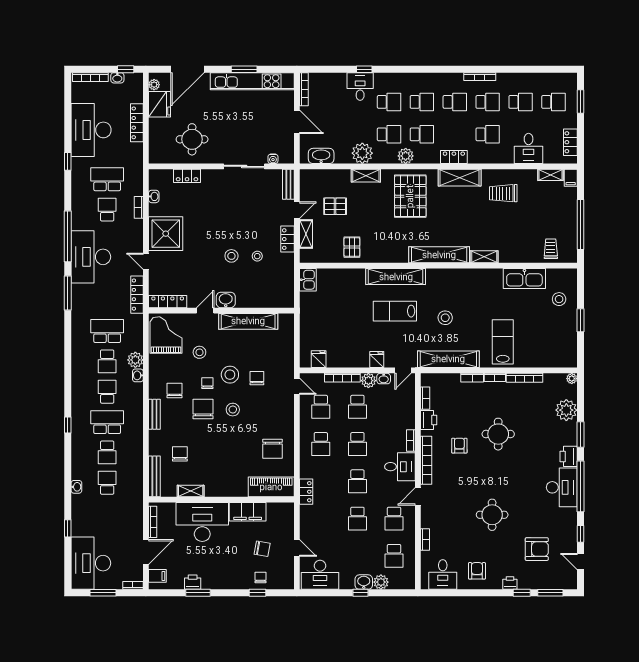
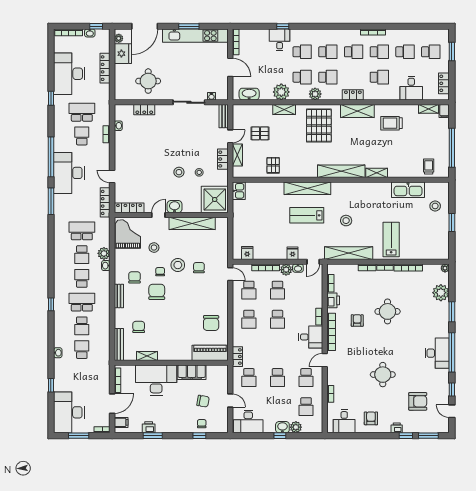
shower: (166, 234) -> (215, 199), moved
stool: (233, 410) -> (180, 292), removed
printer: (569, 456) -> (443, 329), removed
school desk: (357, 481) -> (249, 378), moved

